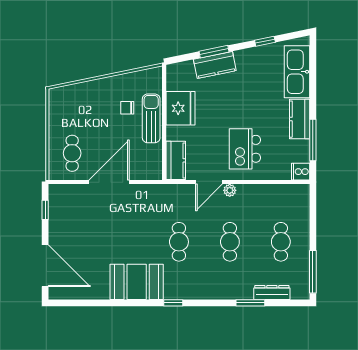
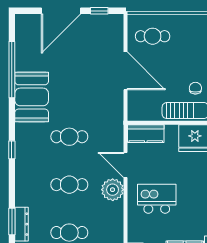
plant: (230, 190) -> (113, 190), width x1.88, depth x1.88
door: (45, 266) -> (61, 11), moved
window: (108, 303) -> (12, 70), added
window: (173, 303) -> (12, 150), moved
window: (250, 303) -> (12, 222), moved

